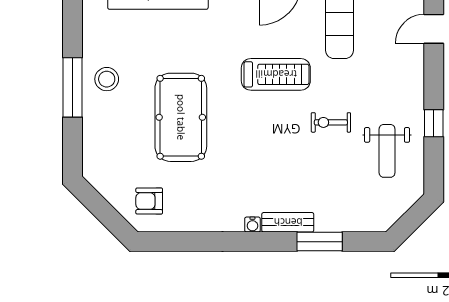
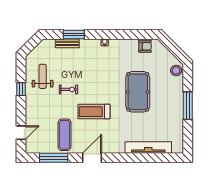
stool: (107, 79) -> (176, 70), moved
armchair: (149, 201) -> (145, 46), moved
bench: (288, 222) -> (67, 43), moved

